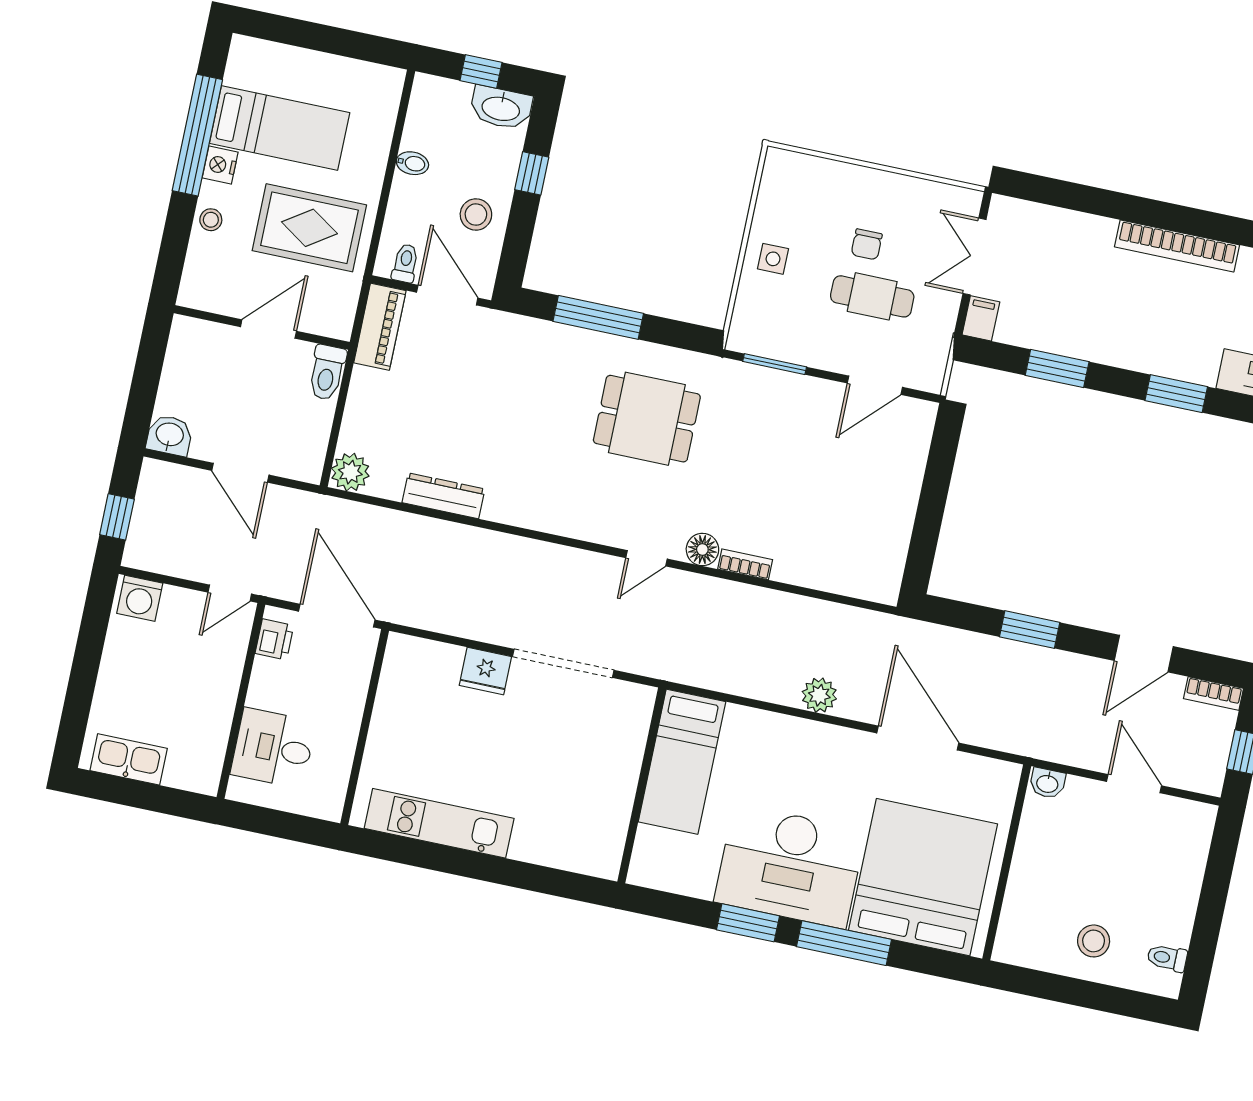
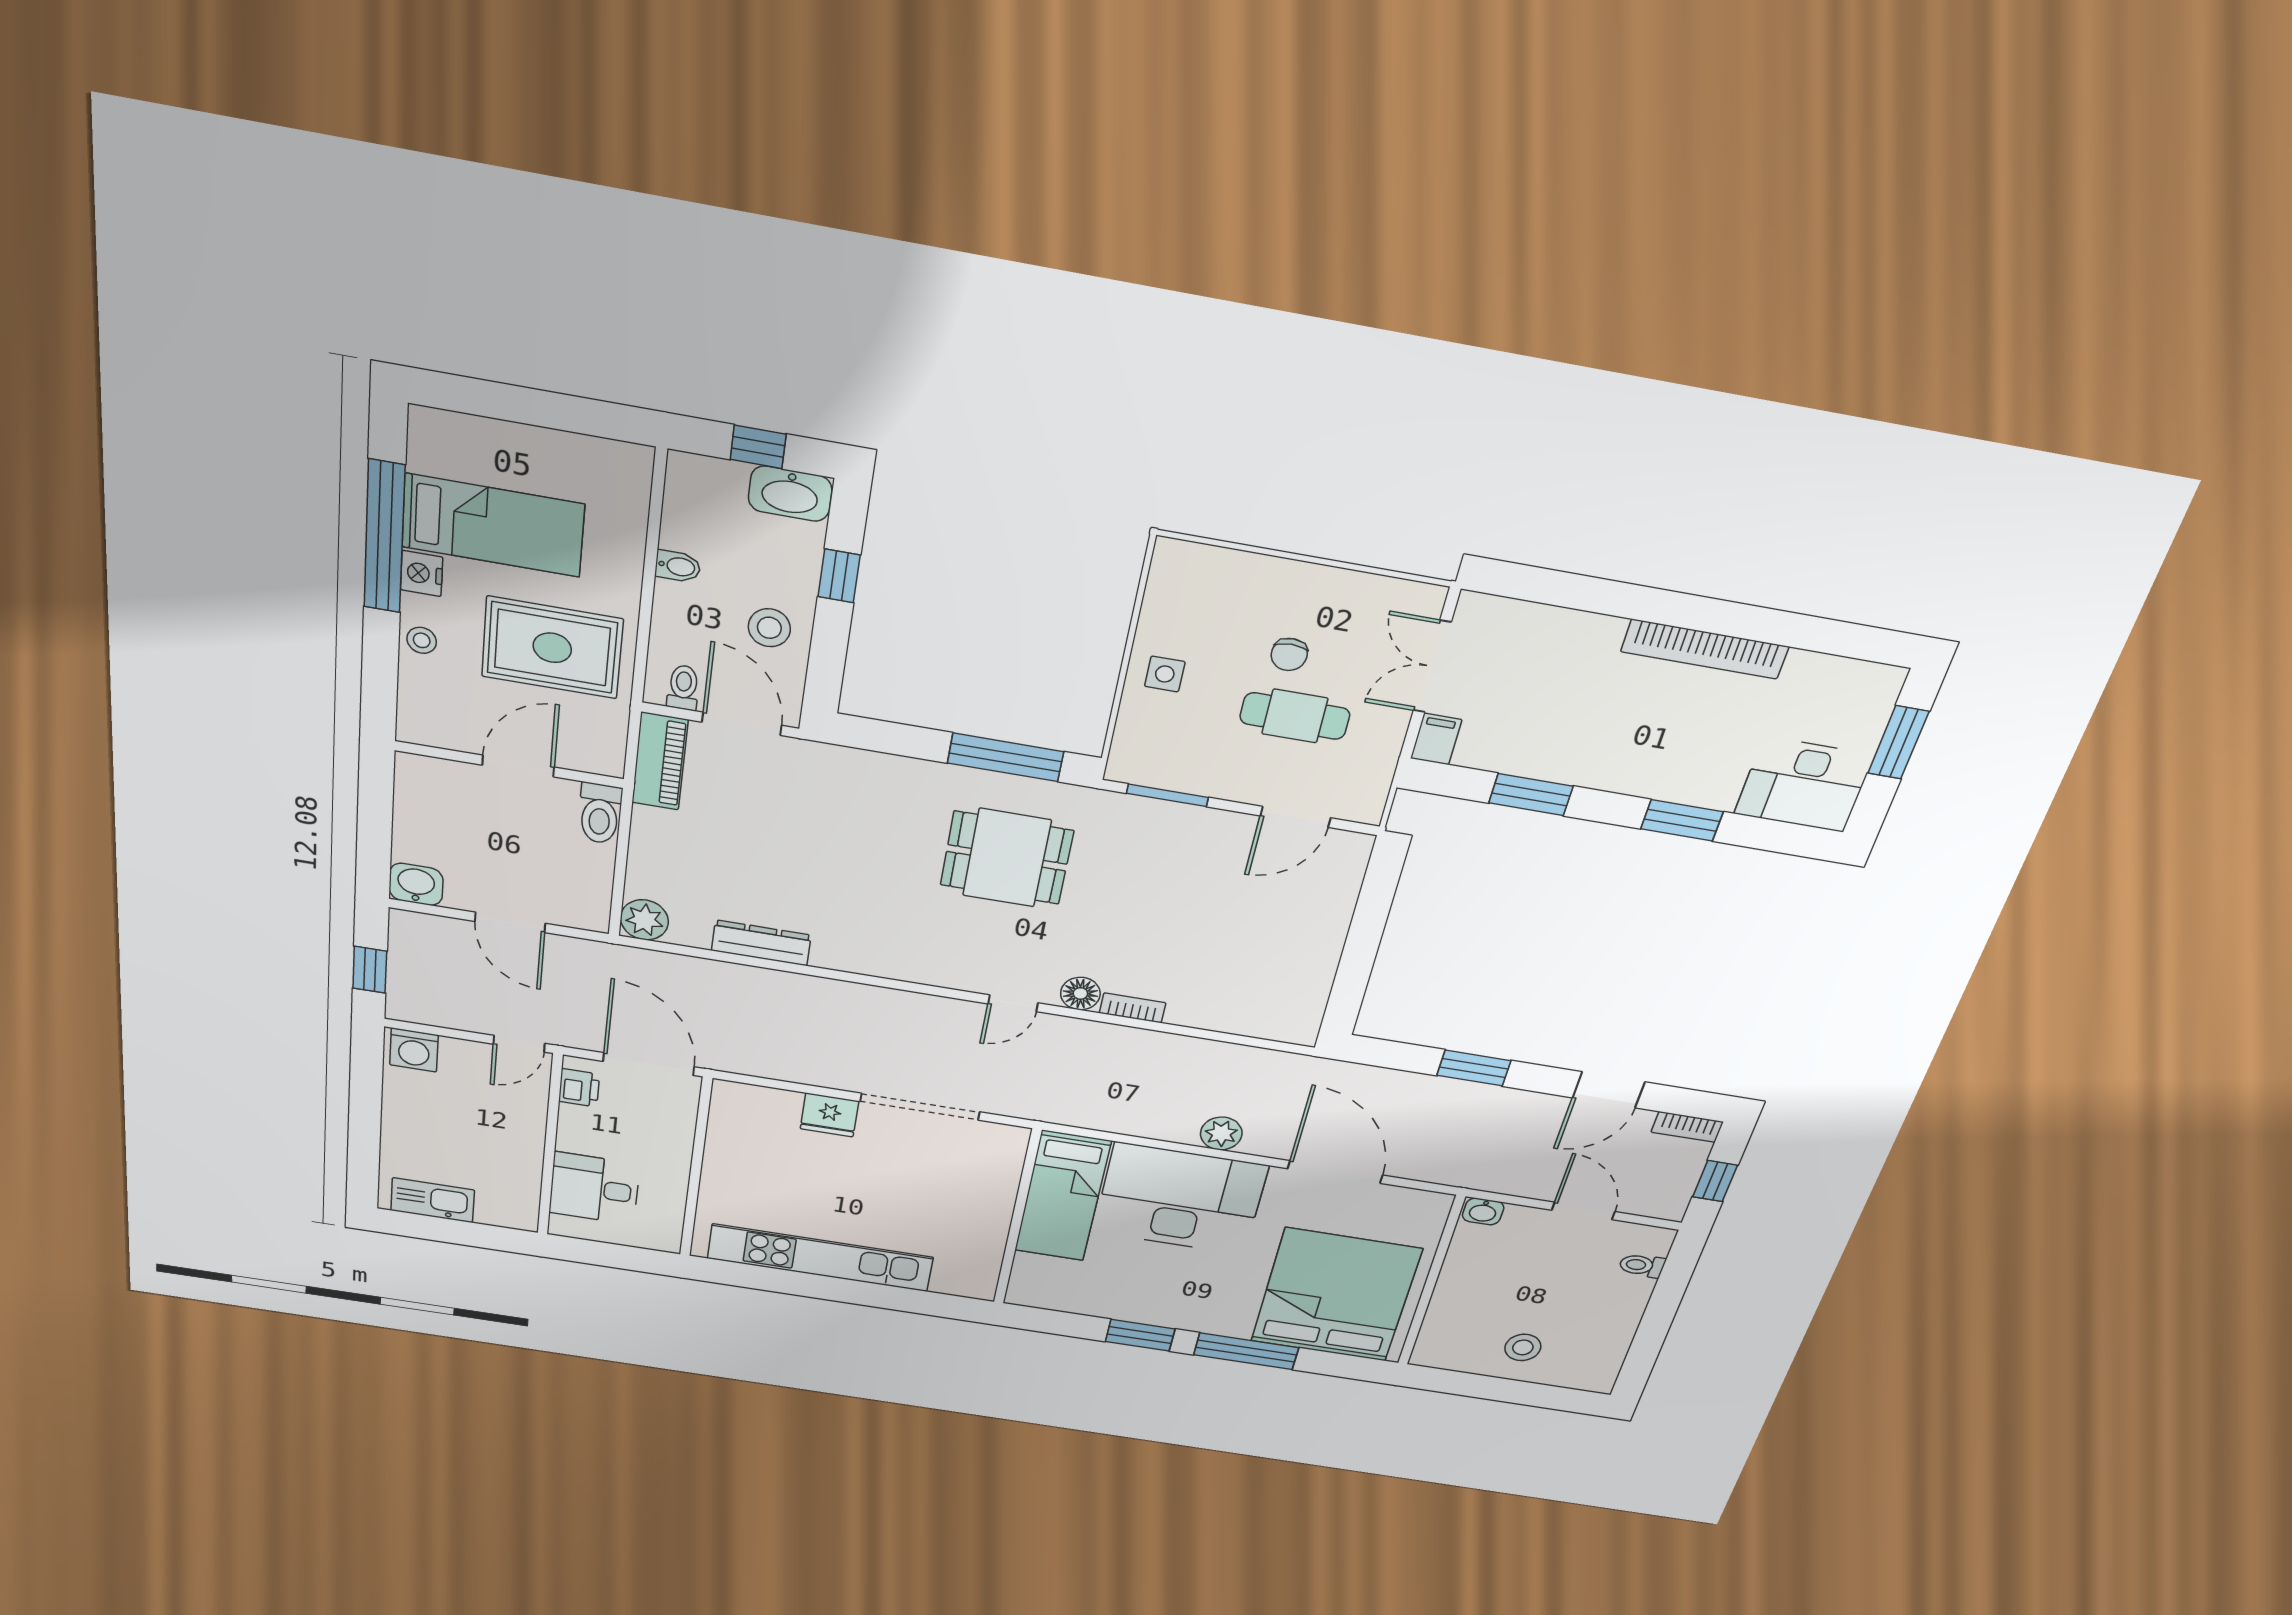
window: (598, 317) -> (1006, 757), moved
kitchen unit: (439, 823) -> (820, 1258), width x1.36
desk: (790, 866) -> (1180, 1199), moved, turned 180
toilet: (1167, 958) -> (1642, 1265), moved

